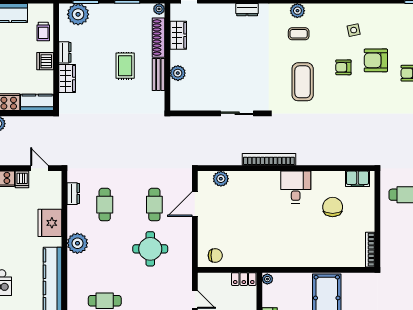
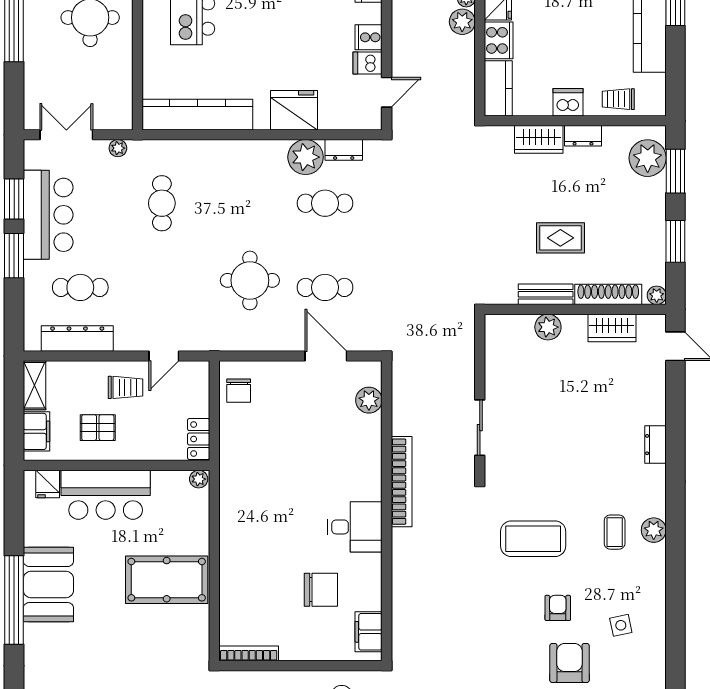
plant: (77, 243) -> (306, 157), moved

